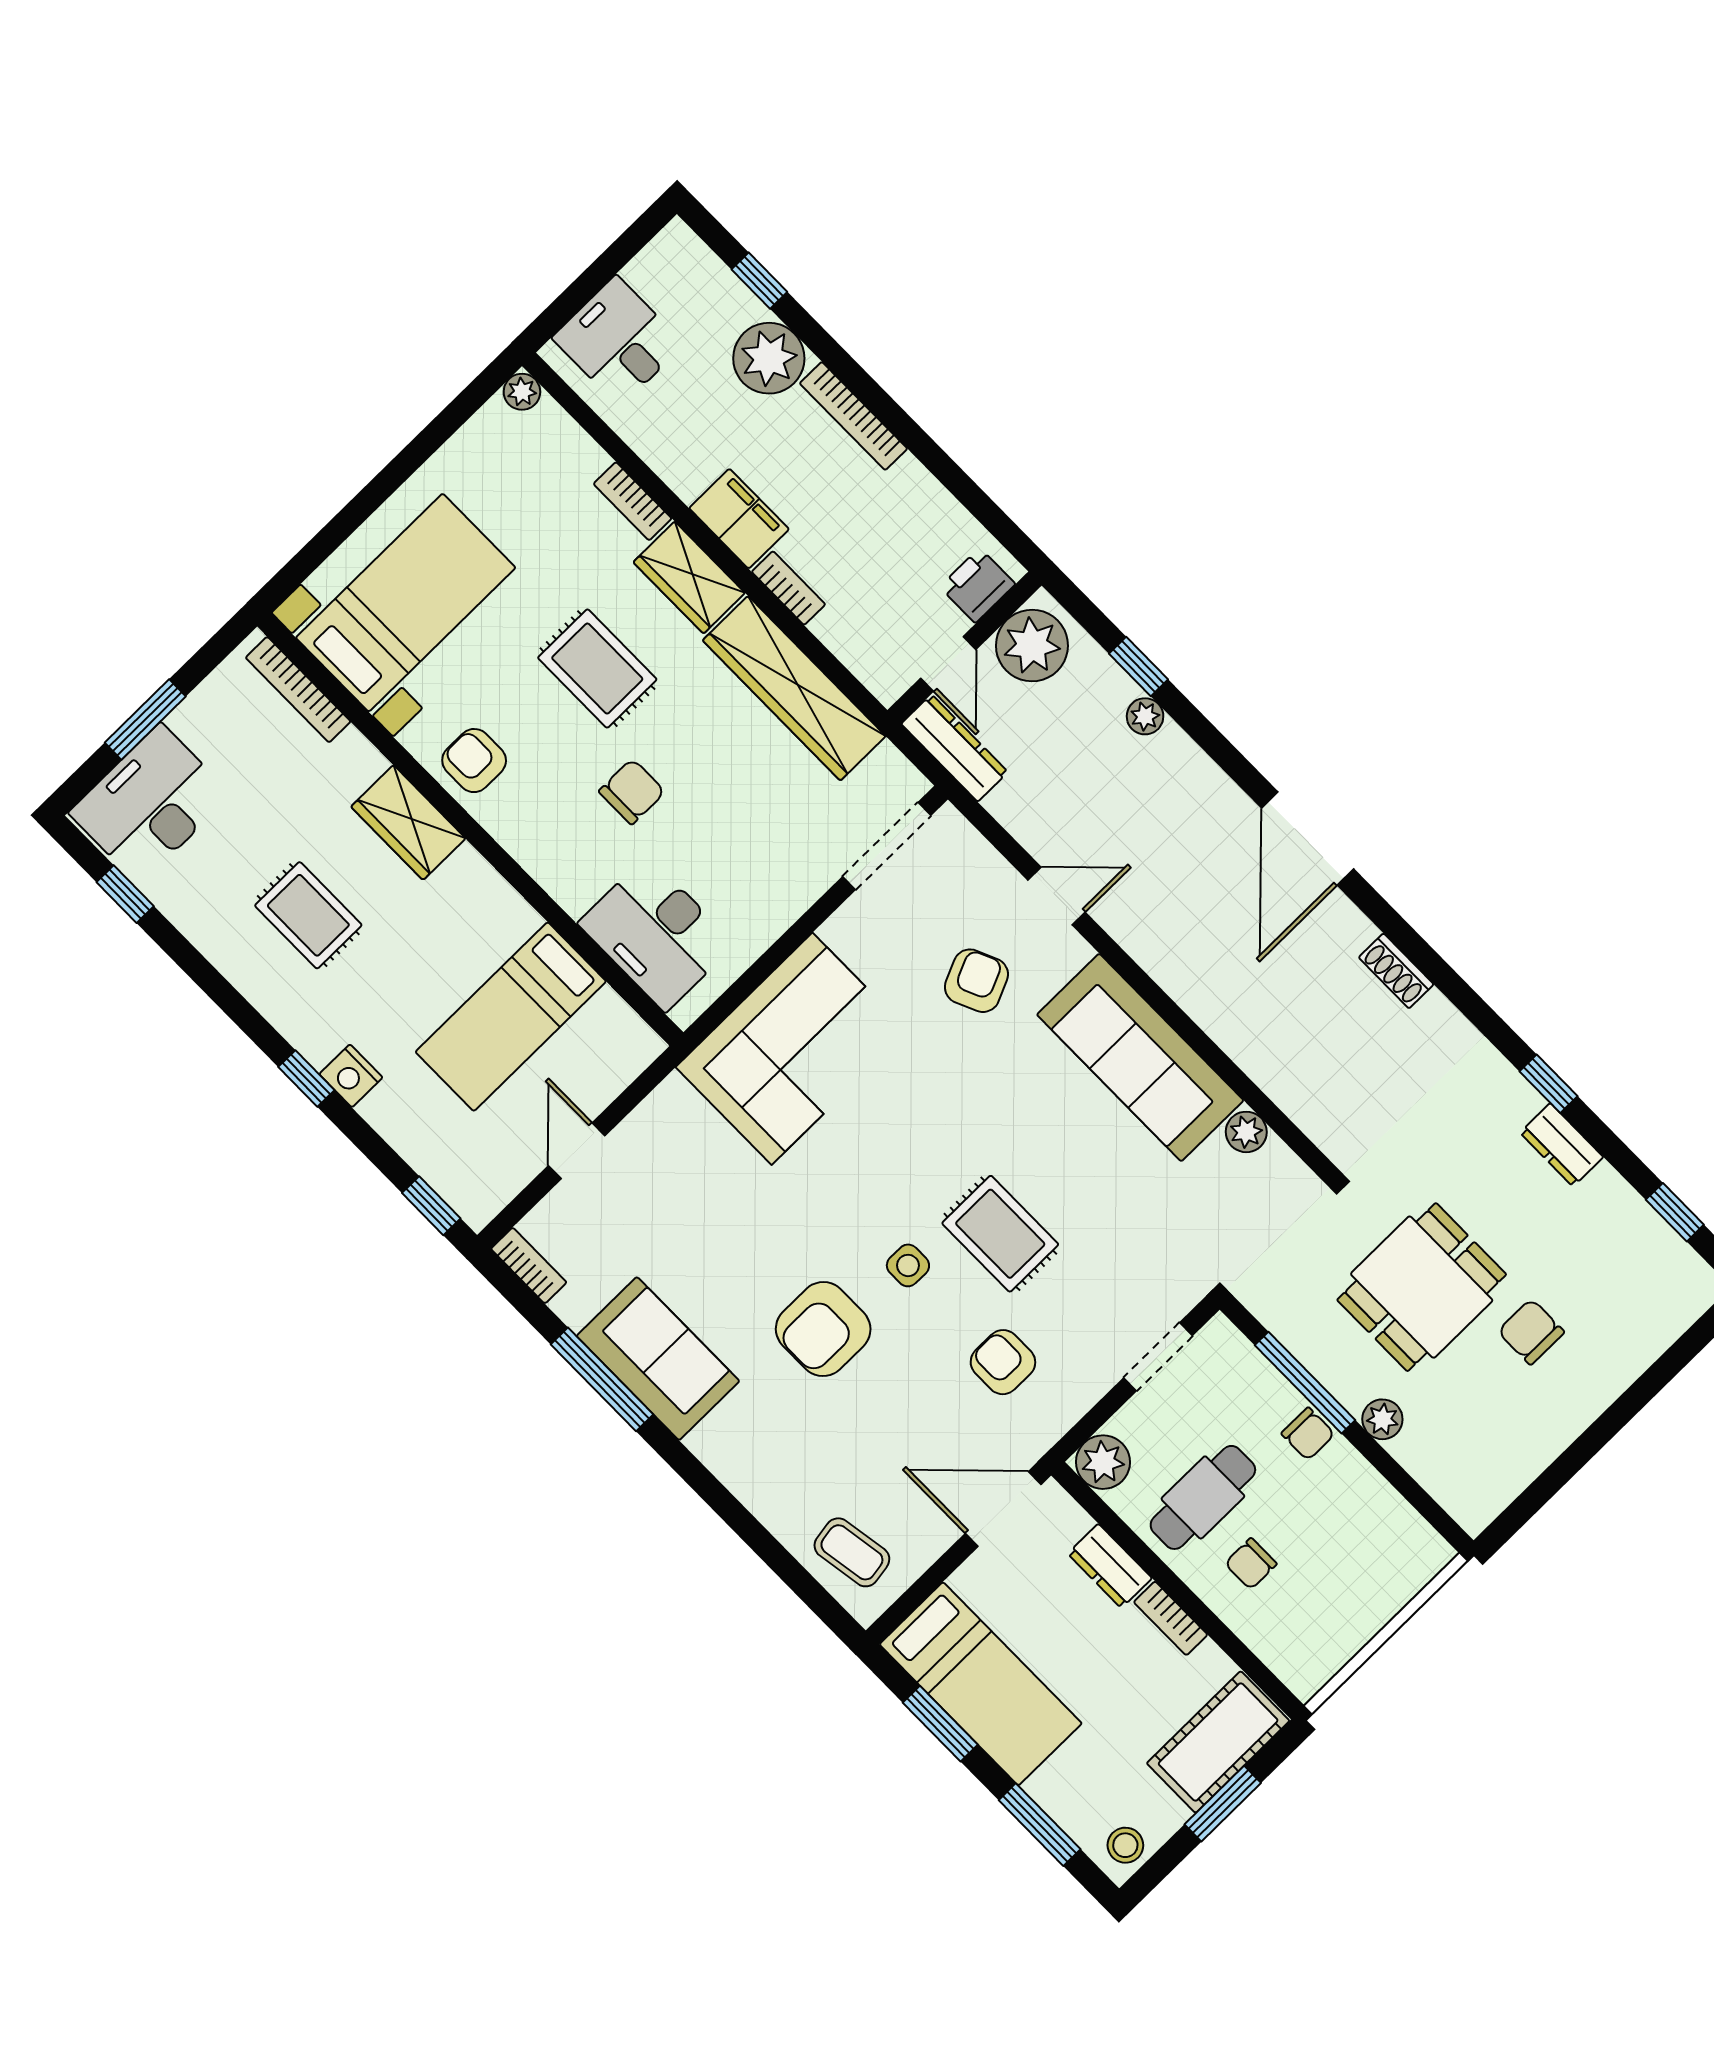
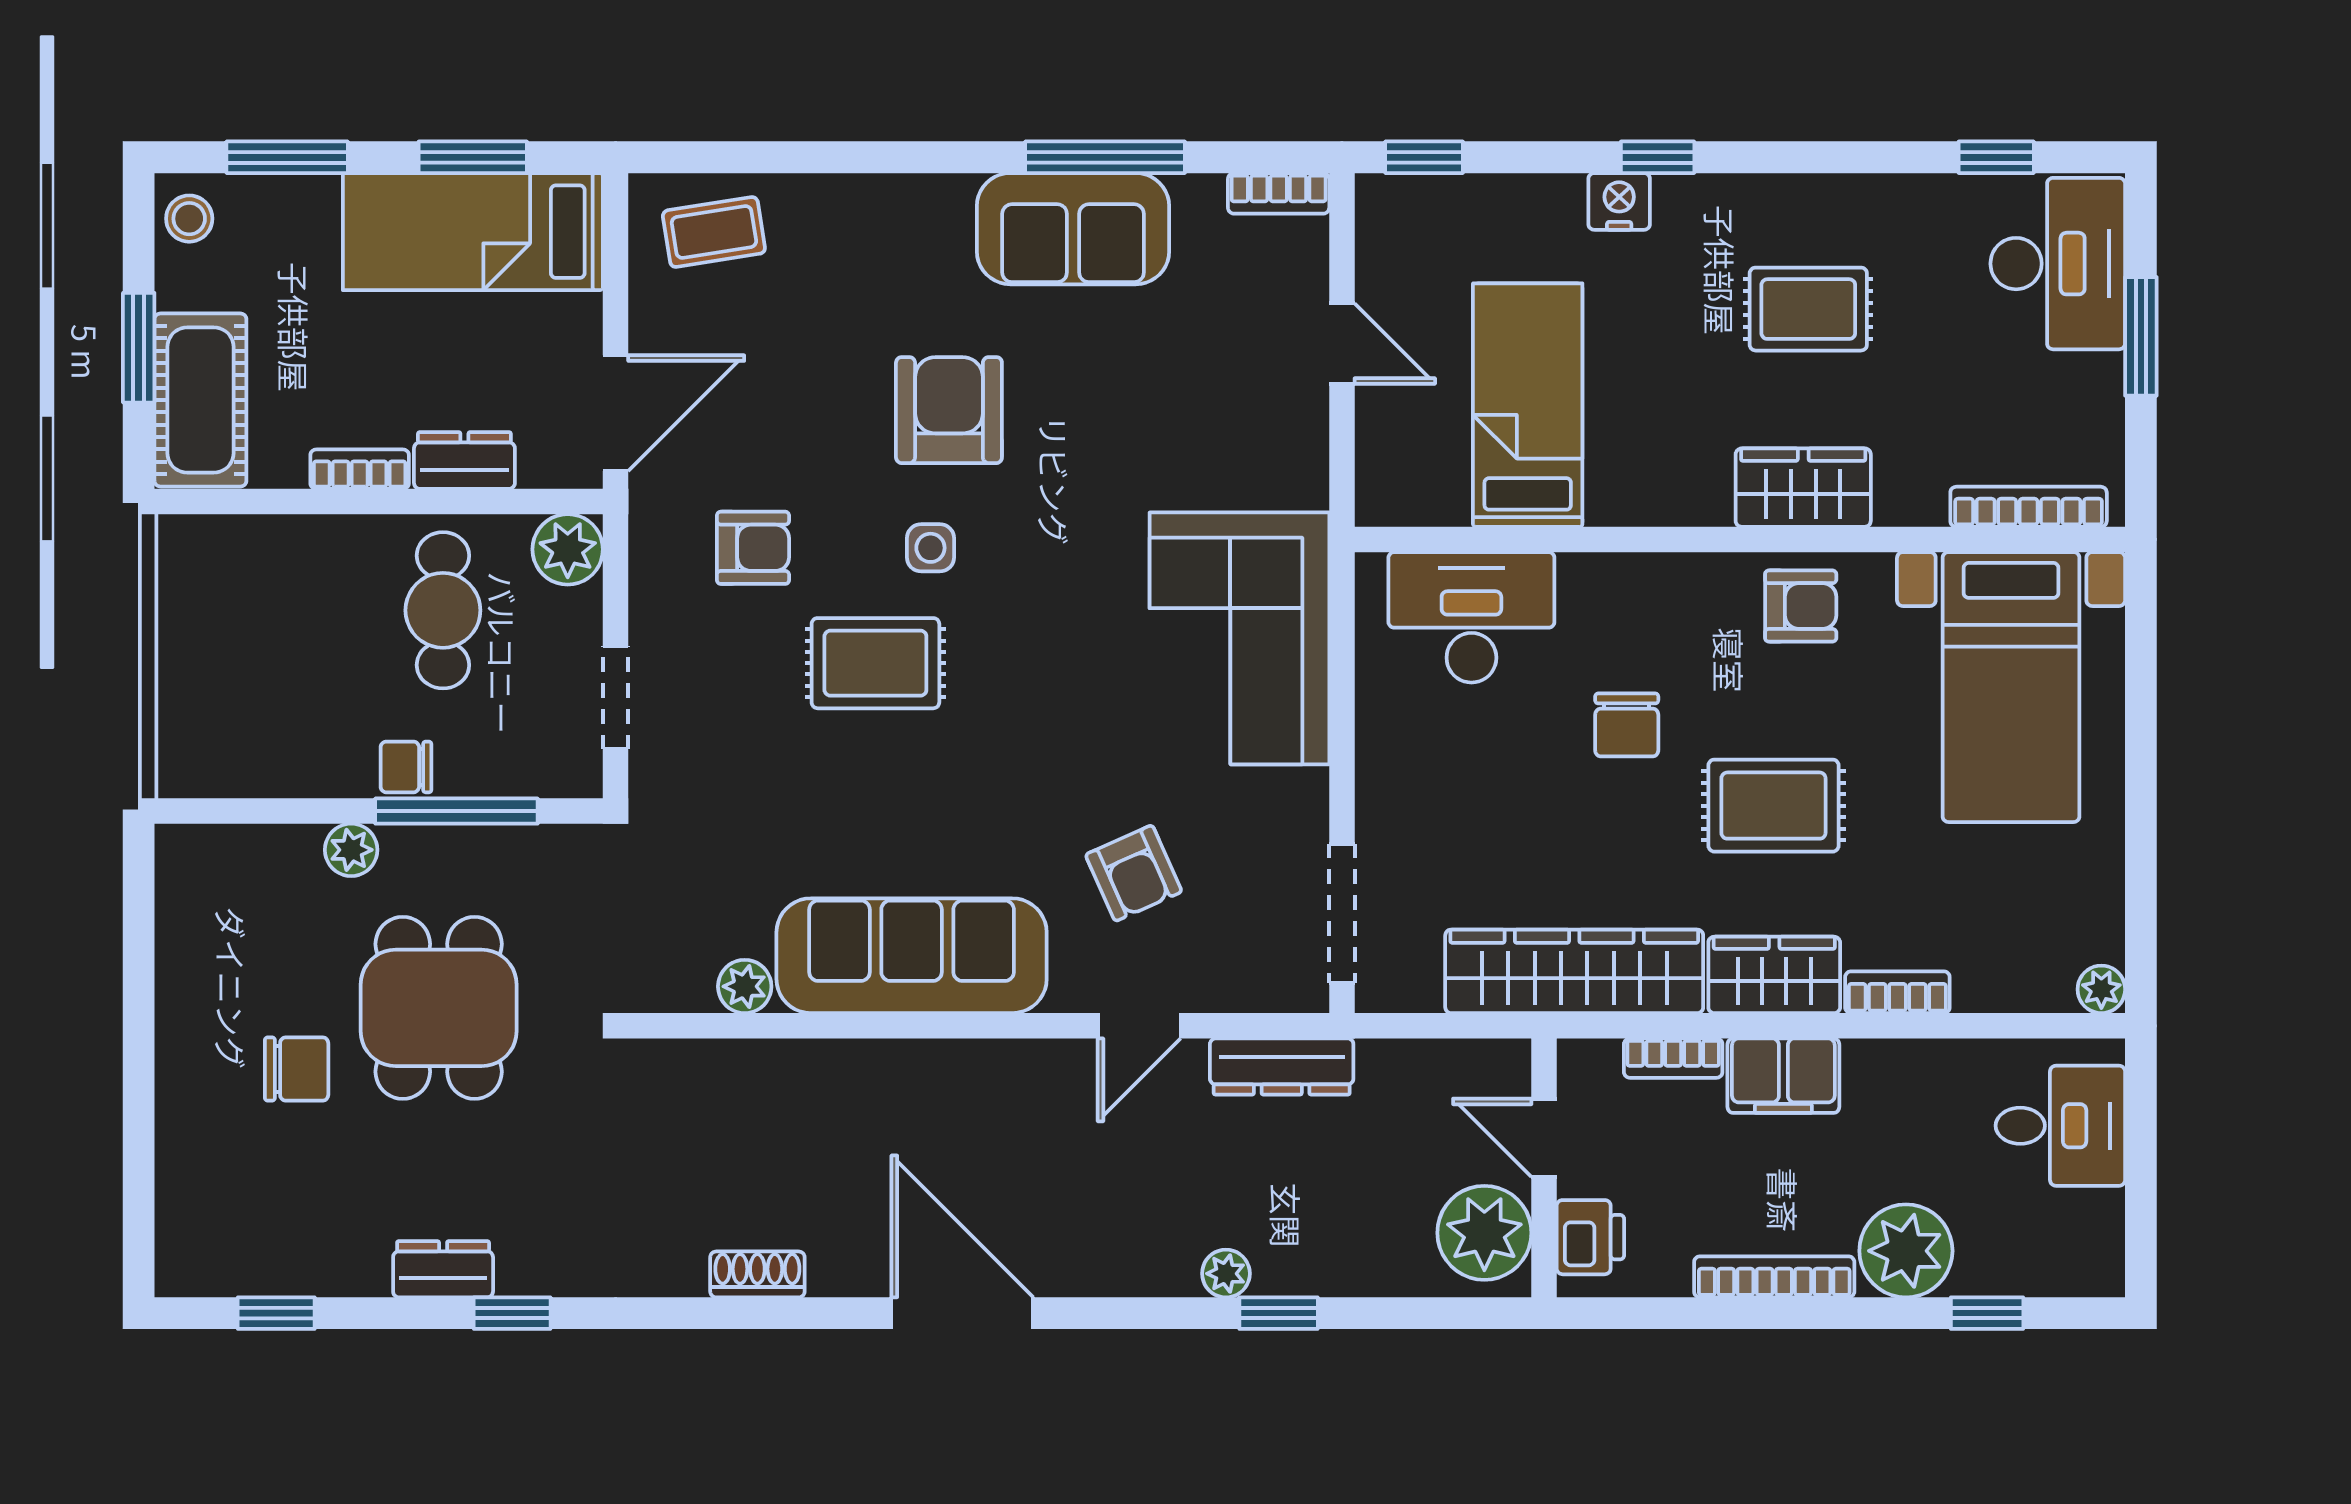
printer: (978, 585) -> (1590, 1237), moved
plant: (1032, 646) -> (1484, 1233), moved
wall: (965, 648) -> (1544, 1168), moved
door: (948, 664) -> (1544, 1138), moved
dresser: (955, 748) -> (1282, 1066), moved
chair: (1251, 1564) -> (337, 594), removed

